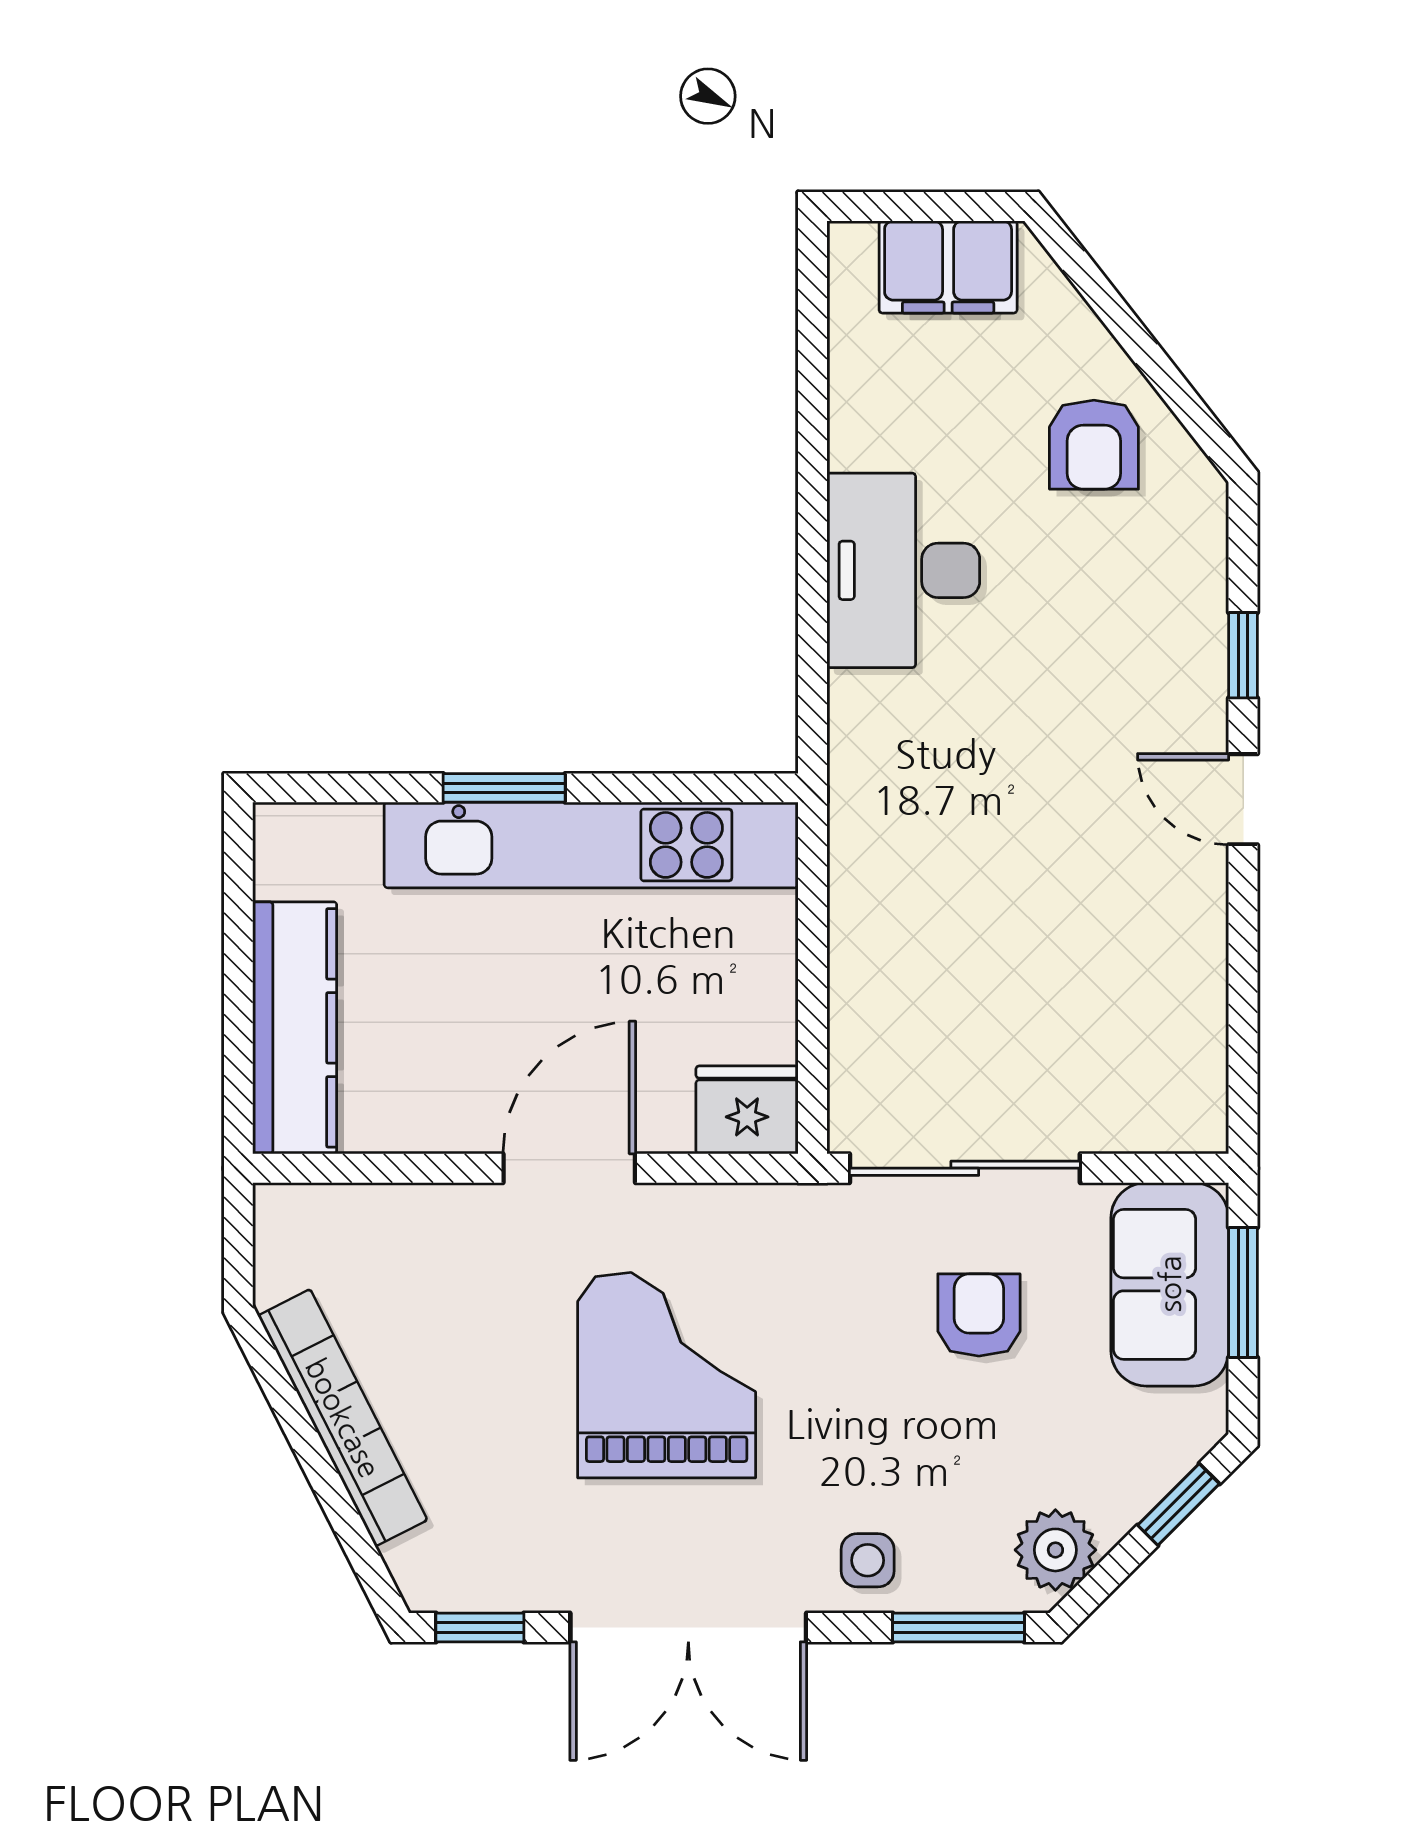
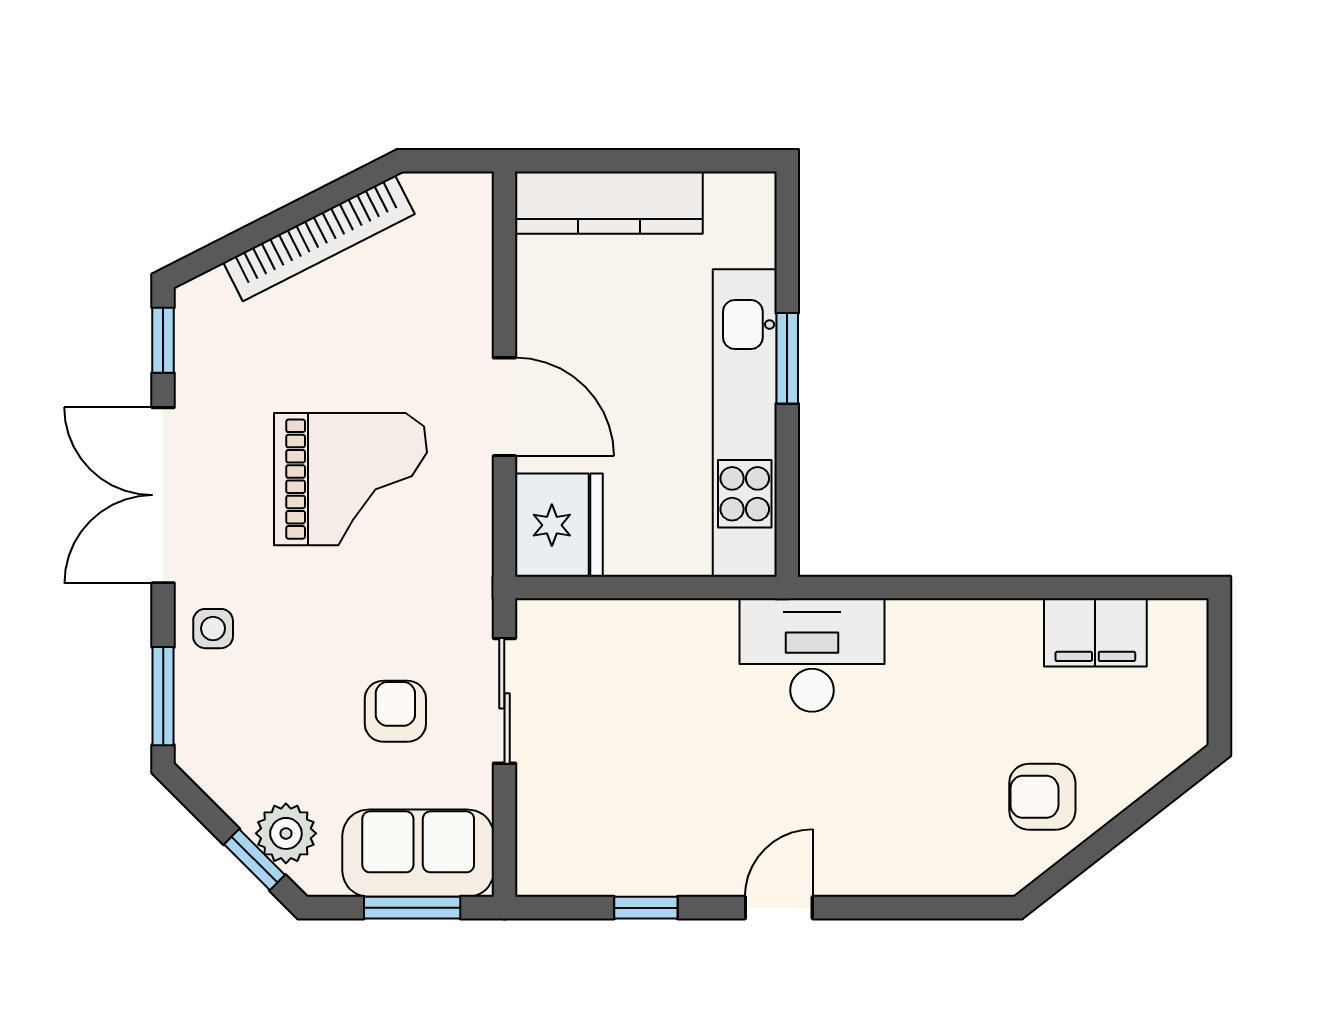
filing cabinet: (948, 267) -> (1095, 632), moved, turned -90
desk: (903, 570) -> (812, 655), moved
window: (1243, 655) -> (646, 908), moved
fridge: (747, 1110) -> (559, 525), width x1.36, depth x1.34
sliding door: (965, 1168) -> (504, 701), width x0.73
armchair: (979, 1315) -> (395, 711), turned -90
plant: (1055, 1550) -> (286, 833), moved

